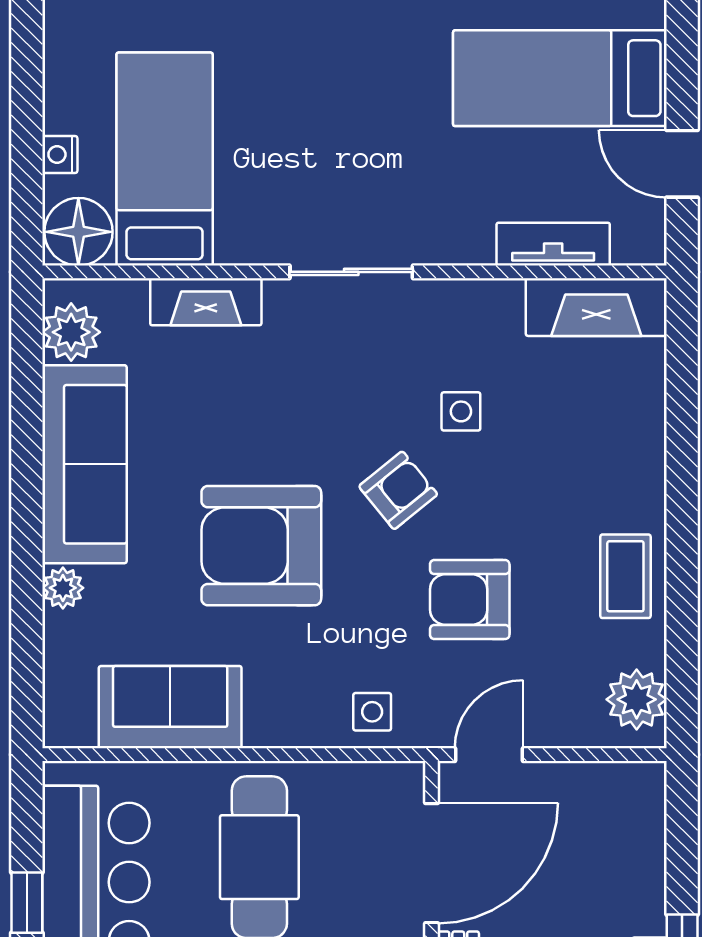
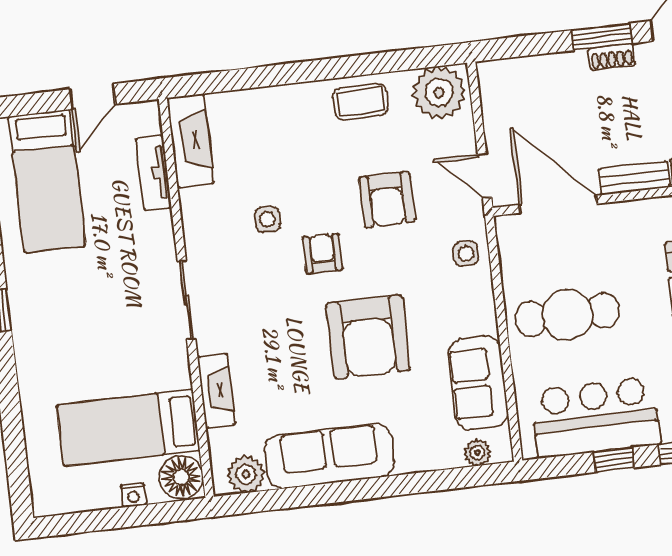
armchair: (398, 490) -> (322, 254), turned 39
plant: (63, 588) -> (477, 453), moved
plant: (637, 699) -> (439, 93), width x1.36, depth x1.36

